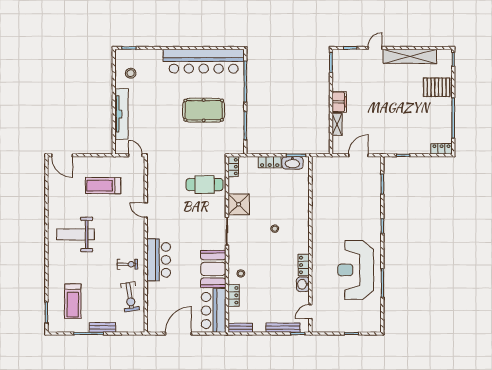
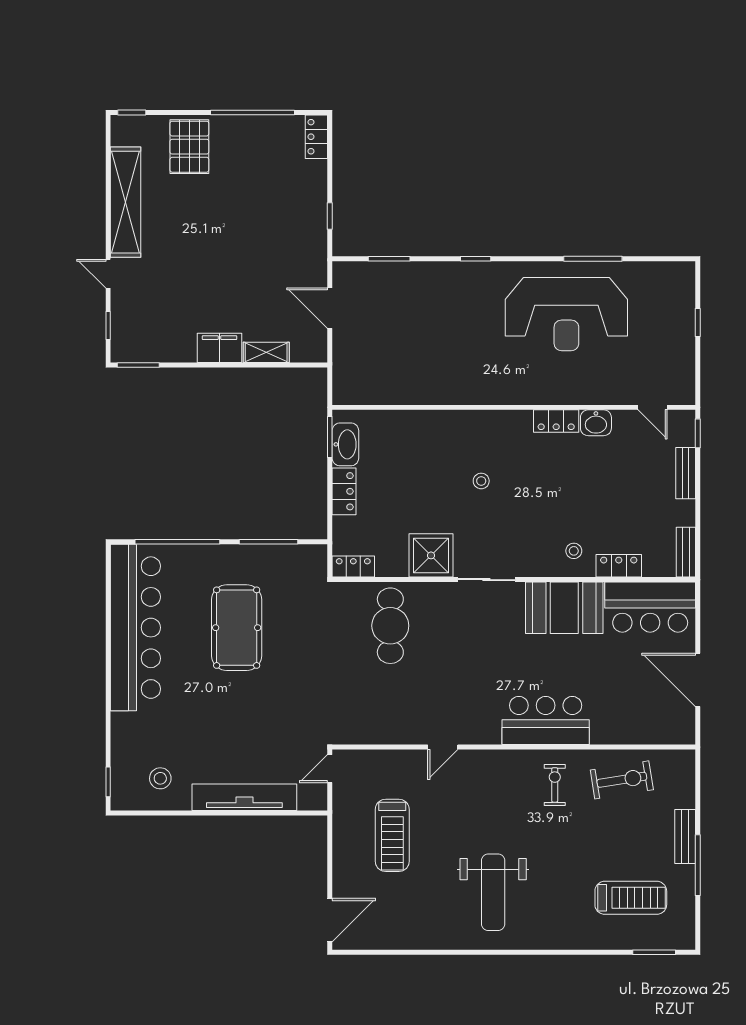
bench: (283, 328) -> (686, 473), width x0.73

